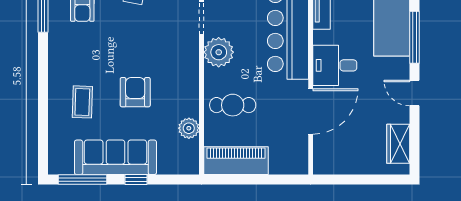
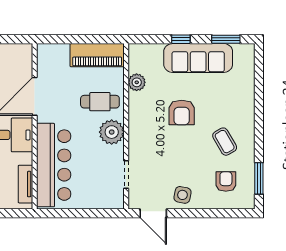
plant: (219, 52) -> (112, 132), moved
coffee table: (82, 102) -> (225, 142), moved, turned -32
window: (82, 180) -> (226, 39), width x0.69

